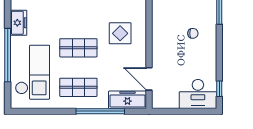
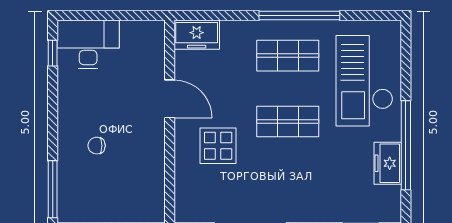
window: (8, 55) -> (406, 145), moved
door: (149, 79) -> (170, 99), moved
freezer: (127, 100) -> (197, 35), width x0.71
window: (100, 111) -> (299, 16), moved

